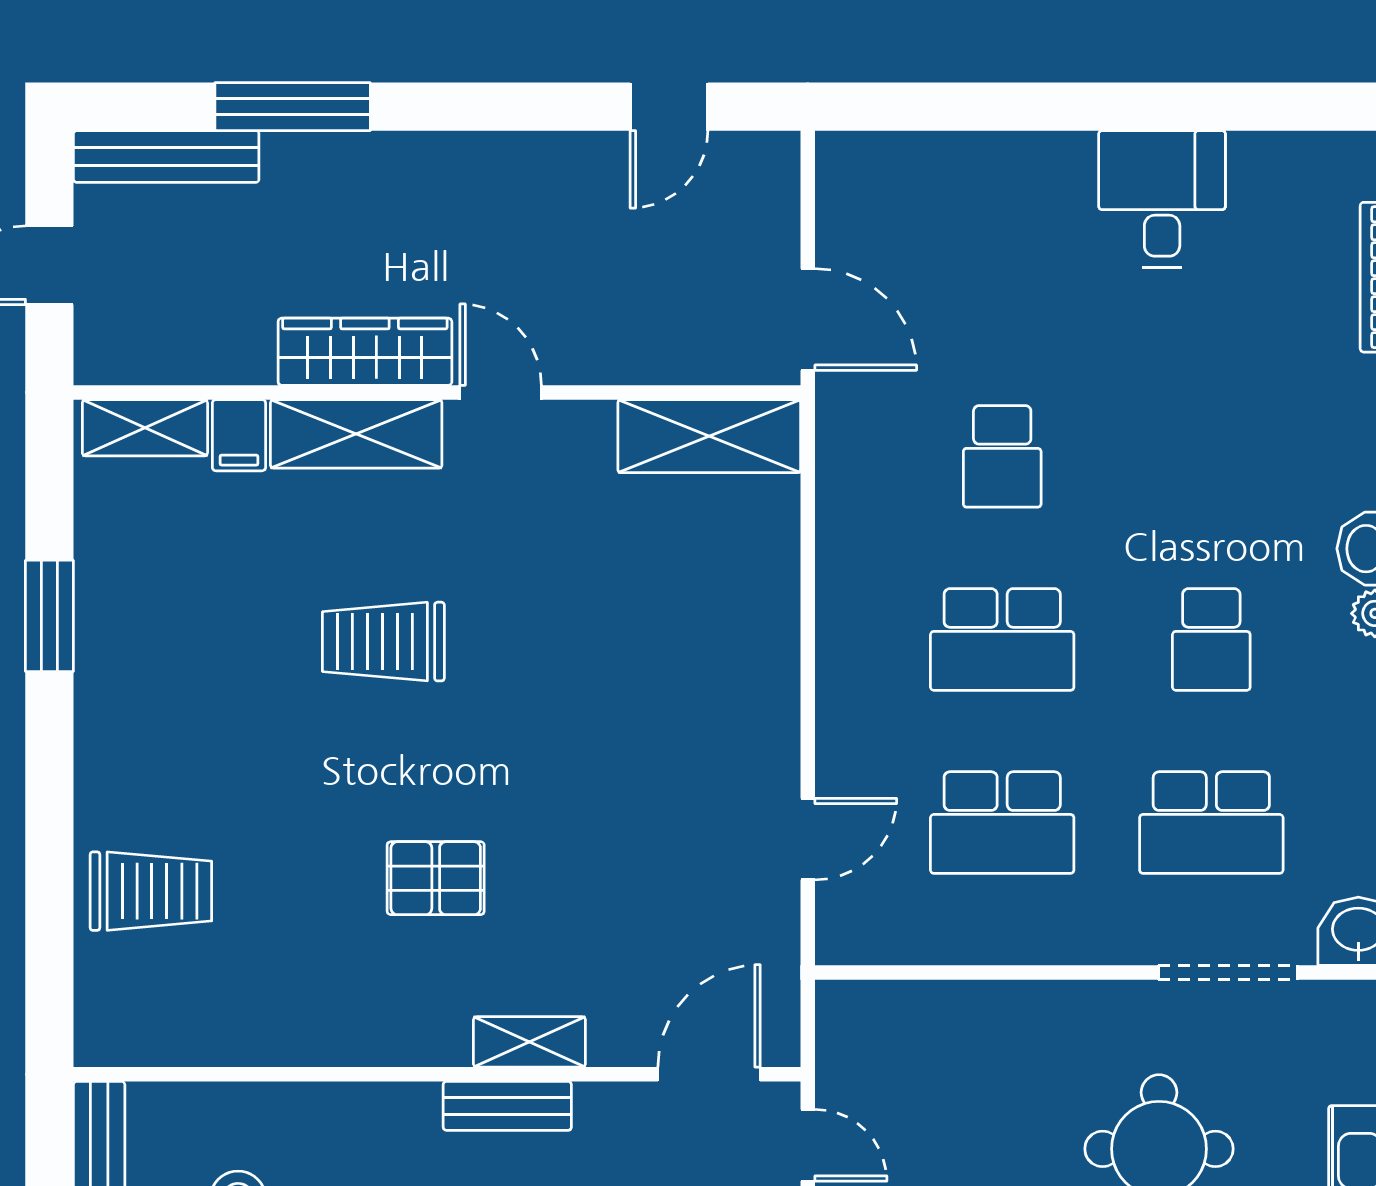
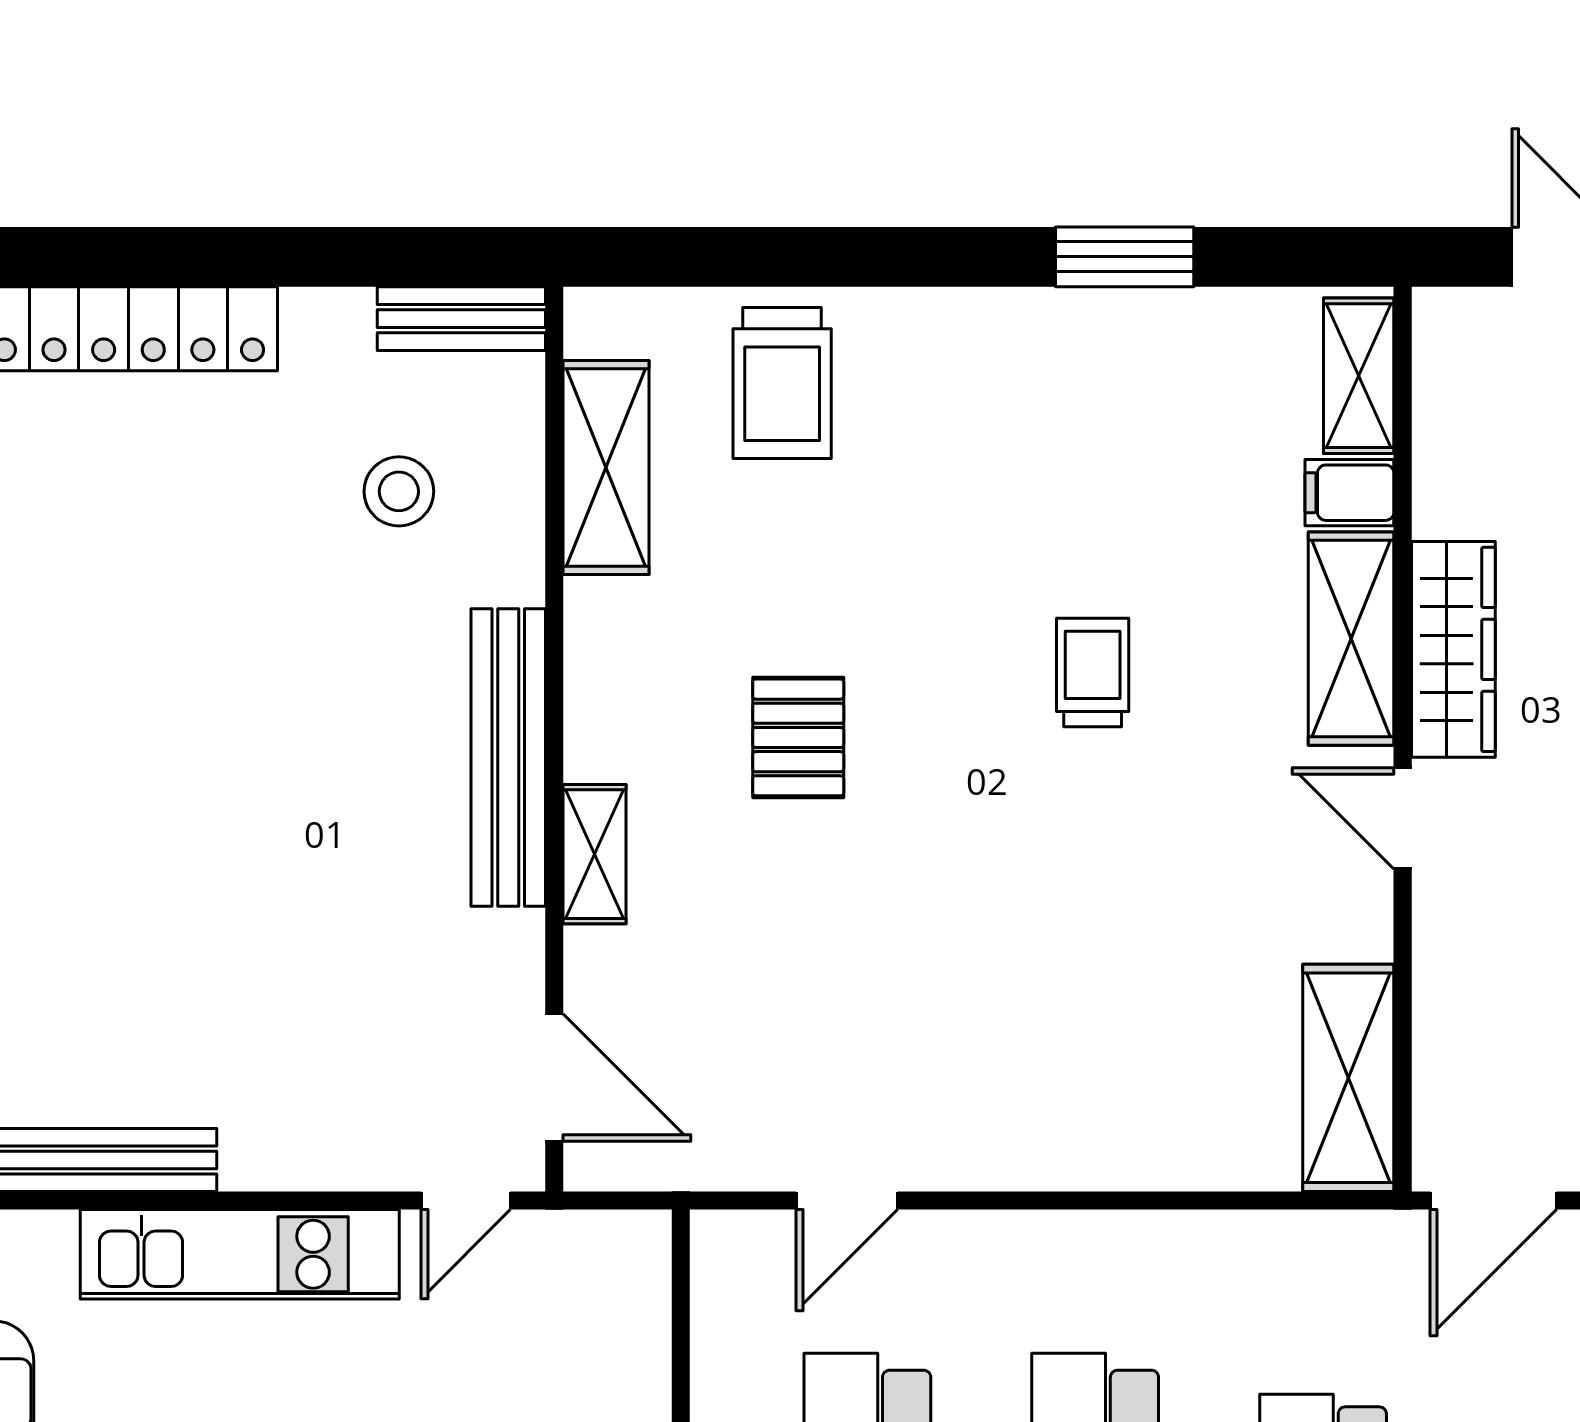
door: (501, 392) -> (1403, 818), swing flipped
trolley: (383, 642) -> (1093, 672), width x0.73, depth x0.72
door: (808, 839) -> (847, 1200), hinge flipped
shelving: (219, 1033) -> (606, 467), added
bench: (507, 1106) -> (508, 758), width x1.86, depth x1.21

